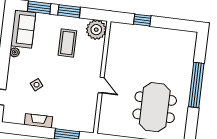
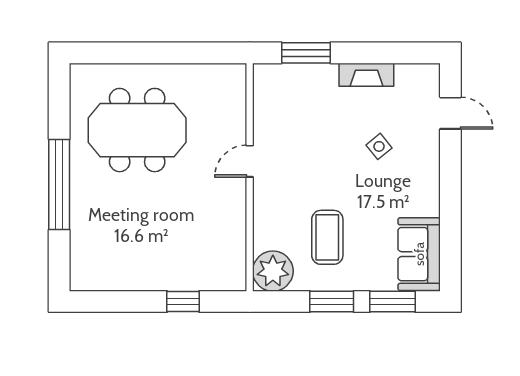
plant: (15, 52) -> (430, 206), removed
door: (101, 85) -> (250, 161), hinge flipped
meeting table: (155, 107) -> (137, 130), turned 90

